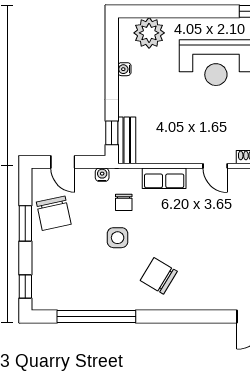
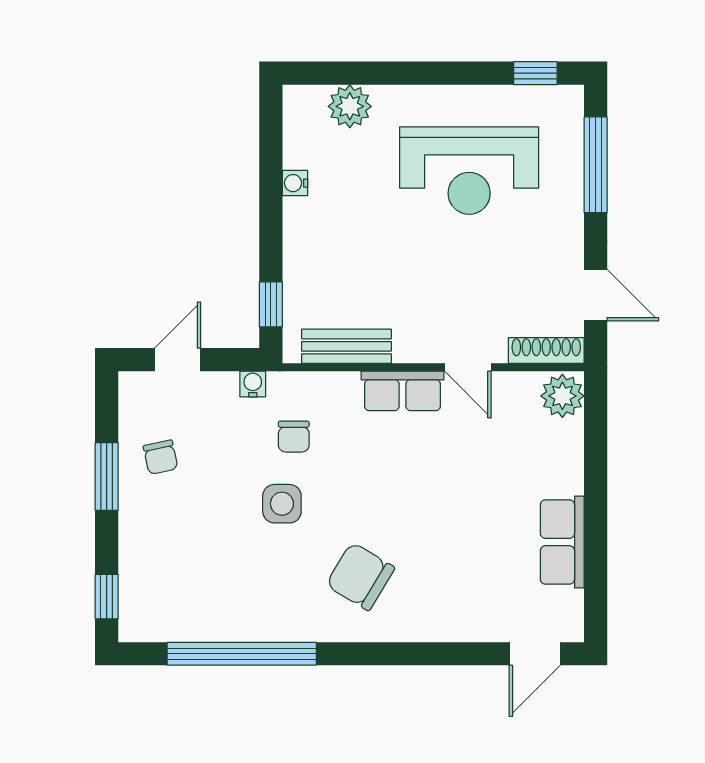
plant: (149, 33) -> (350, 106), width x0.73, depth x0.73
bench: (127, 140) -> (347, 346), moved, turned 90
door: (63, 162) -> (178, 360), swing flipped
row of seats: (164, 178) -> (402, 391), moved
chair: (54, 213) -> (161, 457), width x0.54, depth x0.54

